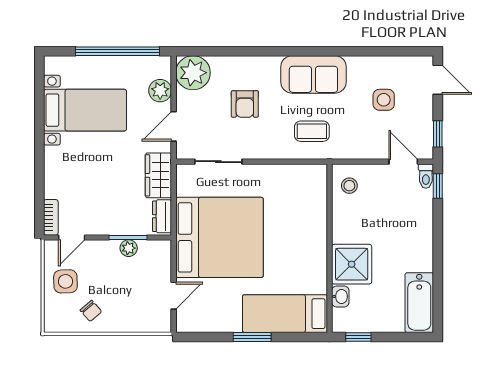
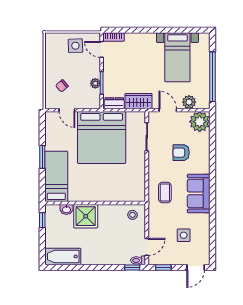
chair: (91, 311) -> (62, 86), moved

